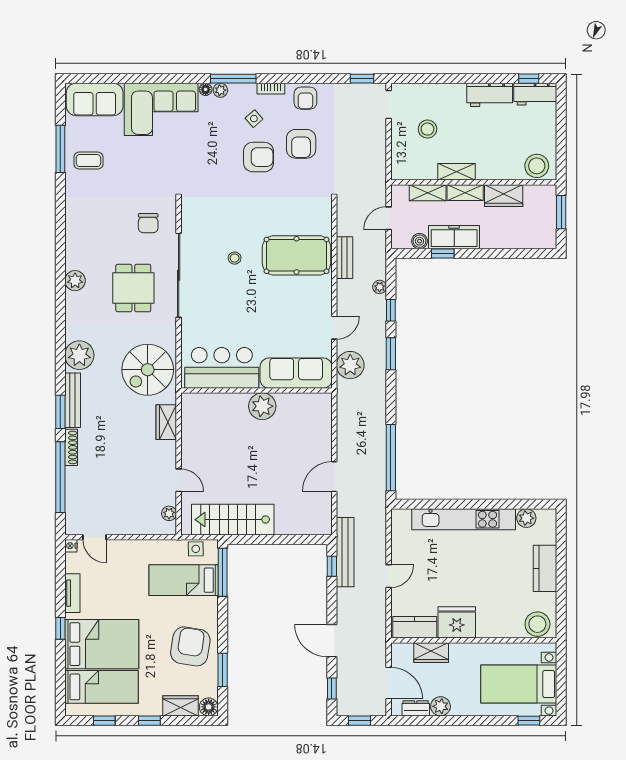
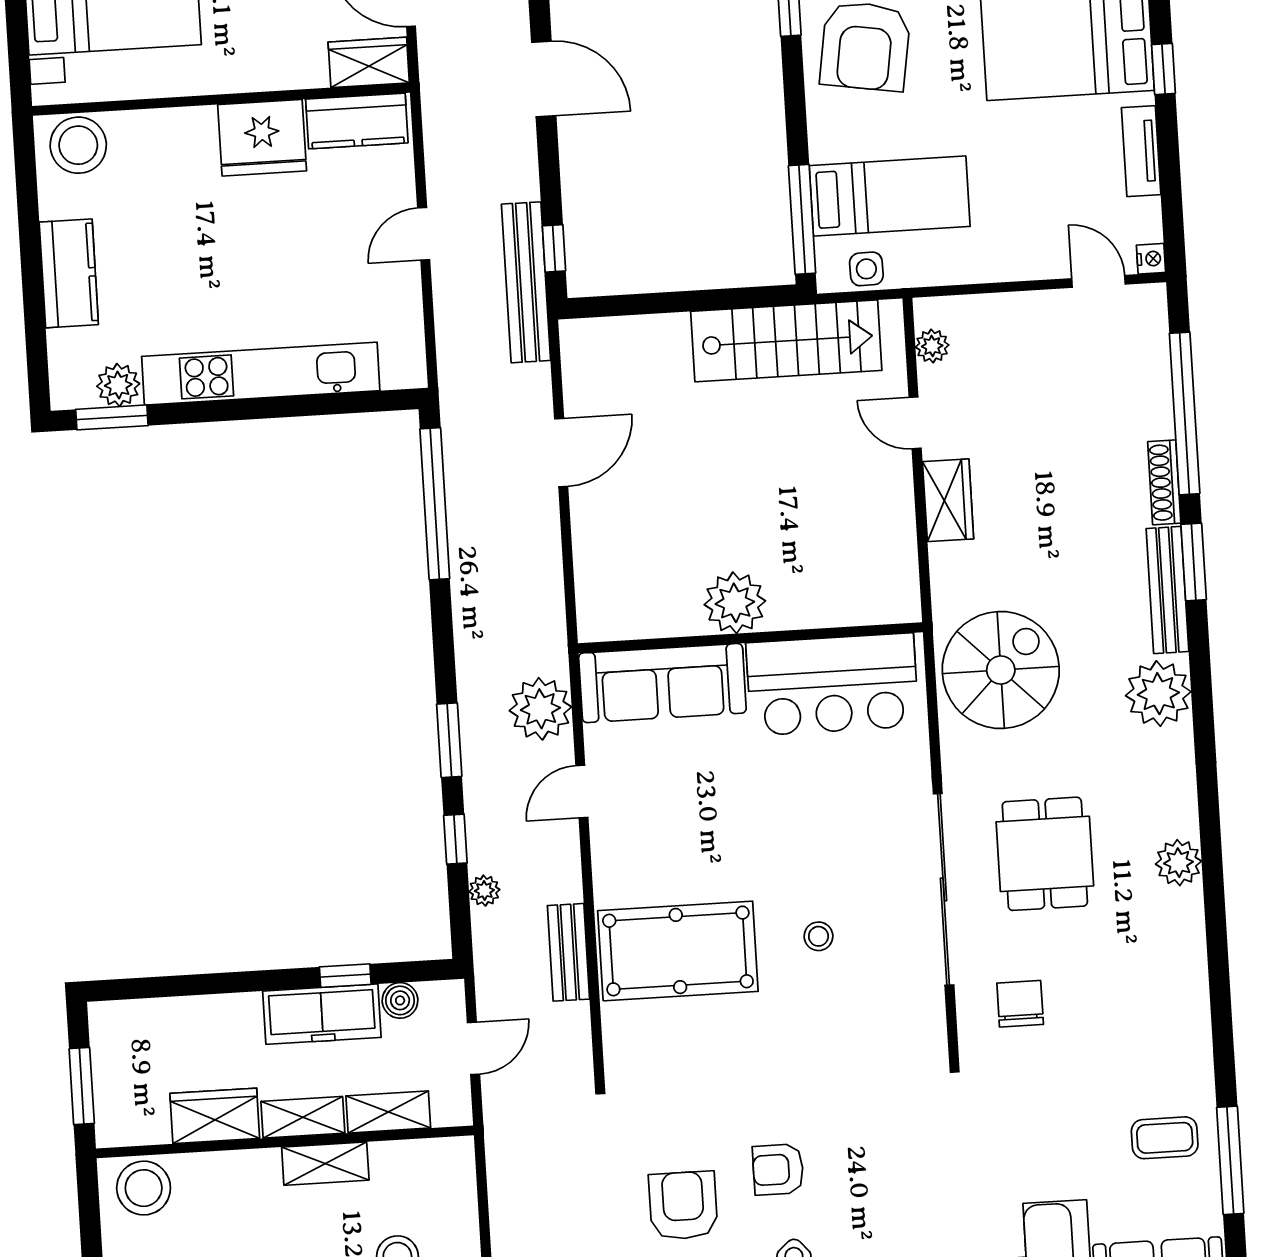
armchair: (259, 157) -> (778, 1169), width x0.72, depth x0.72
wardrobe: (166, 422) -> (948, 500), moved
window: (530, 504) -> (112, 417), added
wardrobe: (431, 653) -> (369, 62), moved

